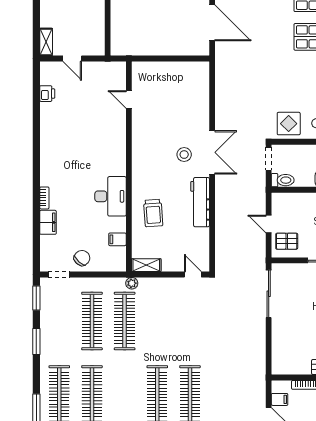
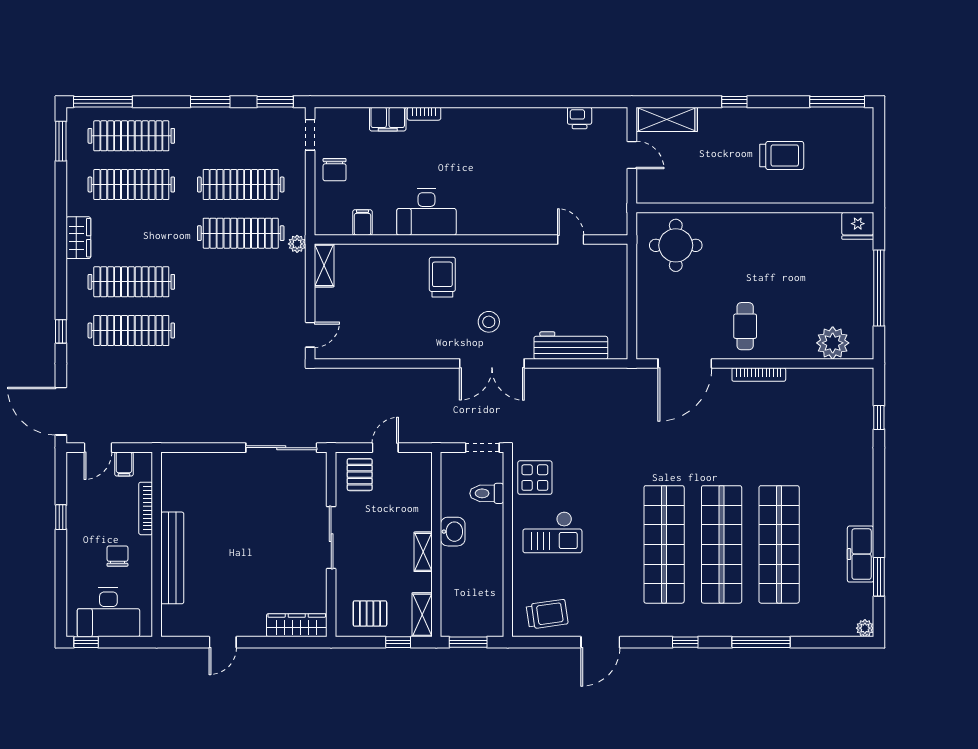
round table: (133, 29) -> (676, 245), added
shelving: (46, 42) -> (667, 119), width x1.50, depth x1.33
door: (72, 58) -> (632, 155), swing flipped
door: (129, 100) -> (571, 239), hinge flipped
toilet: (283, 180) -> (487, 493), moved, turned 90
workbench: (200, 202) -> (571, 346), moved
trolley: (153, 213) -> (442, 277), moved, turned 94
chair: (82, 258) -> (335, 170), turned 48

